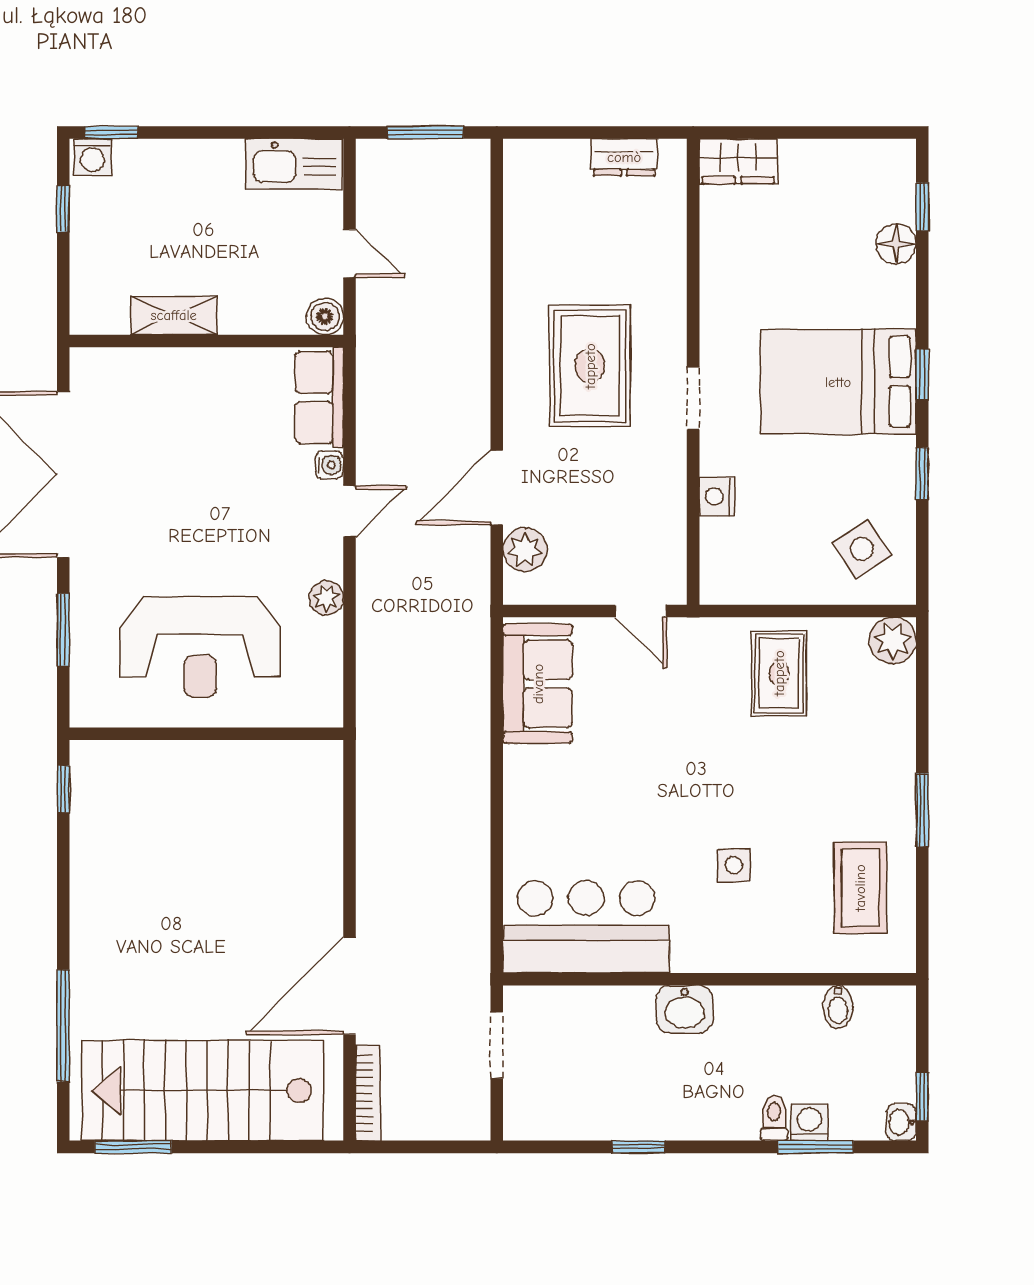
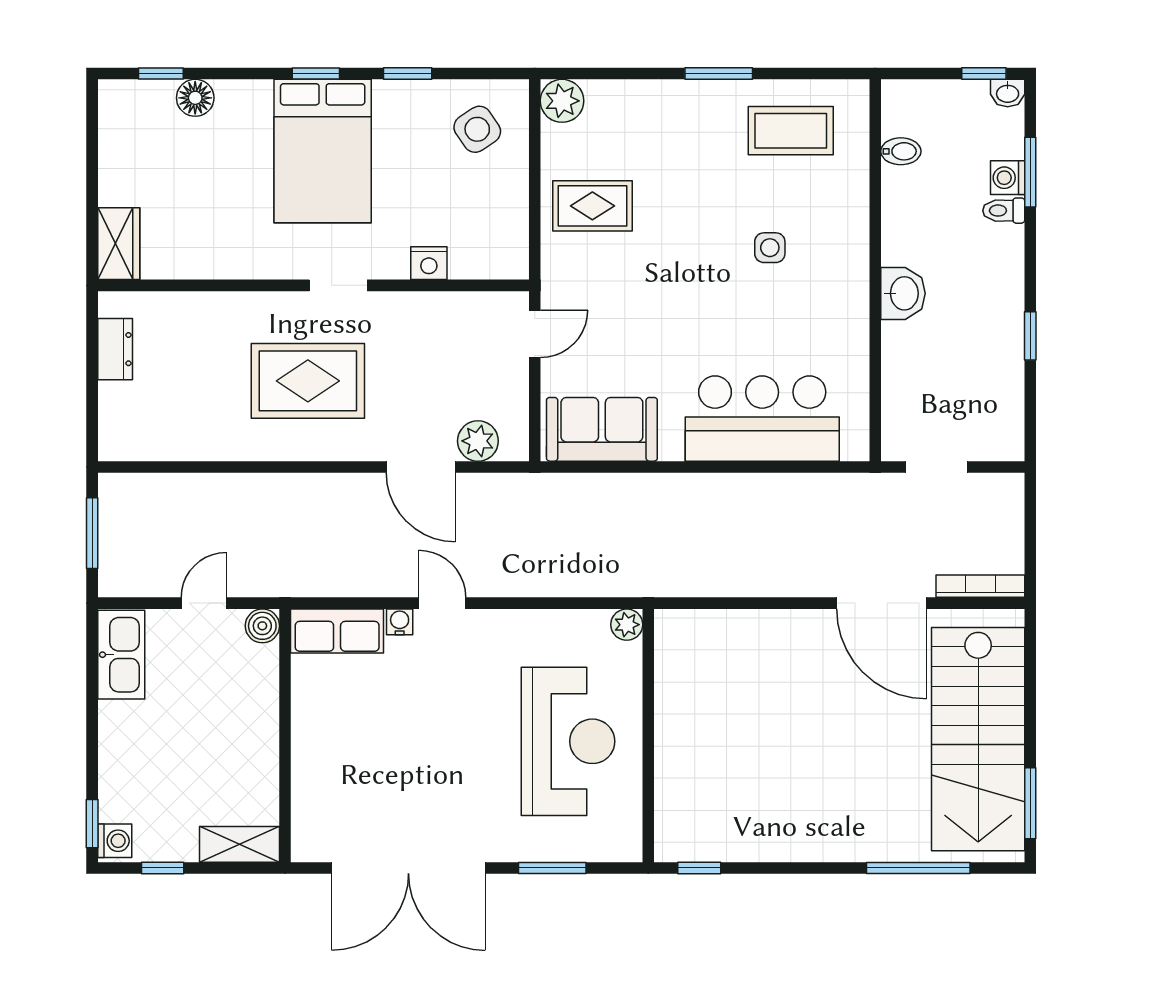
shelving: (174, 315) -> (239, 844), moved, turned 90
plant: (326, 598) -> (627, 625), moved
bar counter: (586, 927) -> (762, 419), moved, turned 90

